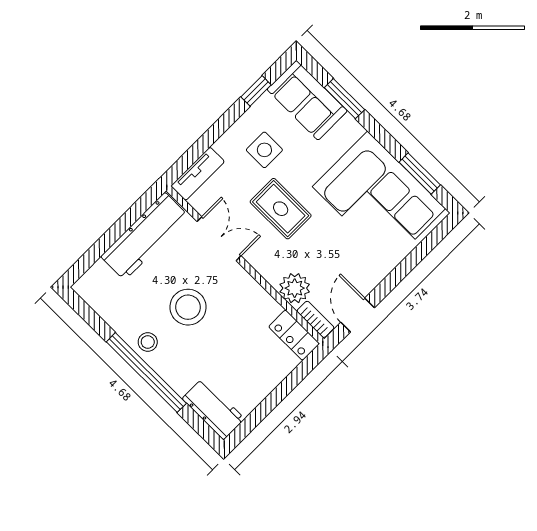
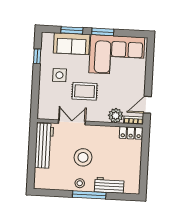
sofa: (307, 100) -> (72, 44), moved
tv unit: (198, 174) -> (43, 106), removed
window: (420, 174) -> (103, 32), moved
door: (358, 315) -> (147, 105), hinge flipped
window: (146, 373) -> (89, 195), width x0.68
workbench: (213, 409) -> (109, 185), moved

